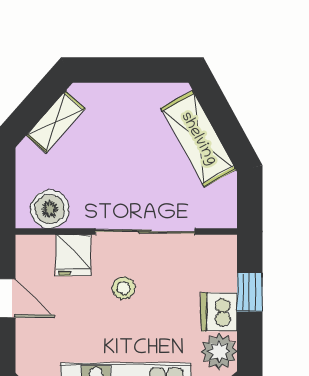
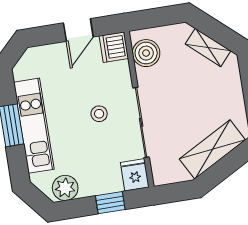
fridge: (73, 255) -> (135, 175), moved, turned 90
dishwasher: (219, 312) -> (114, 47), moved, turned -90

